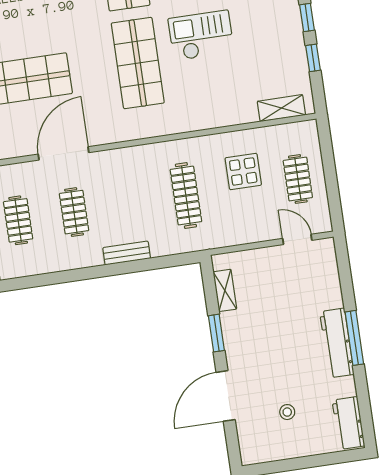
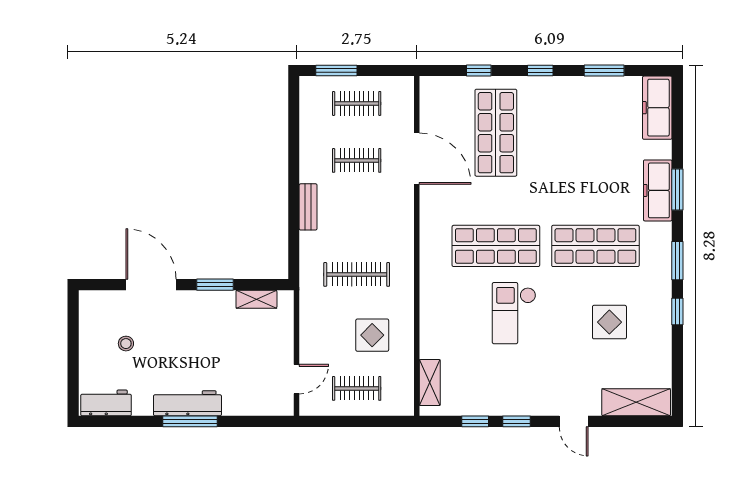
checkout: (201, 35) -> (514, 313), turned 180

